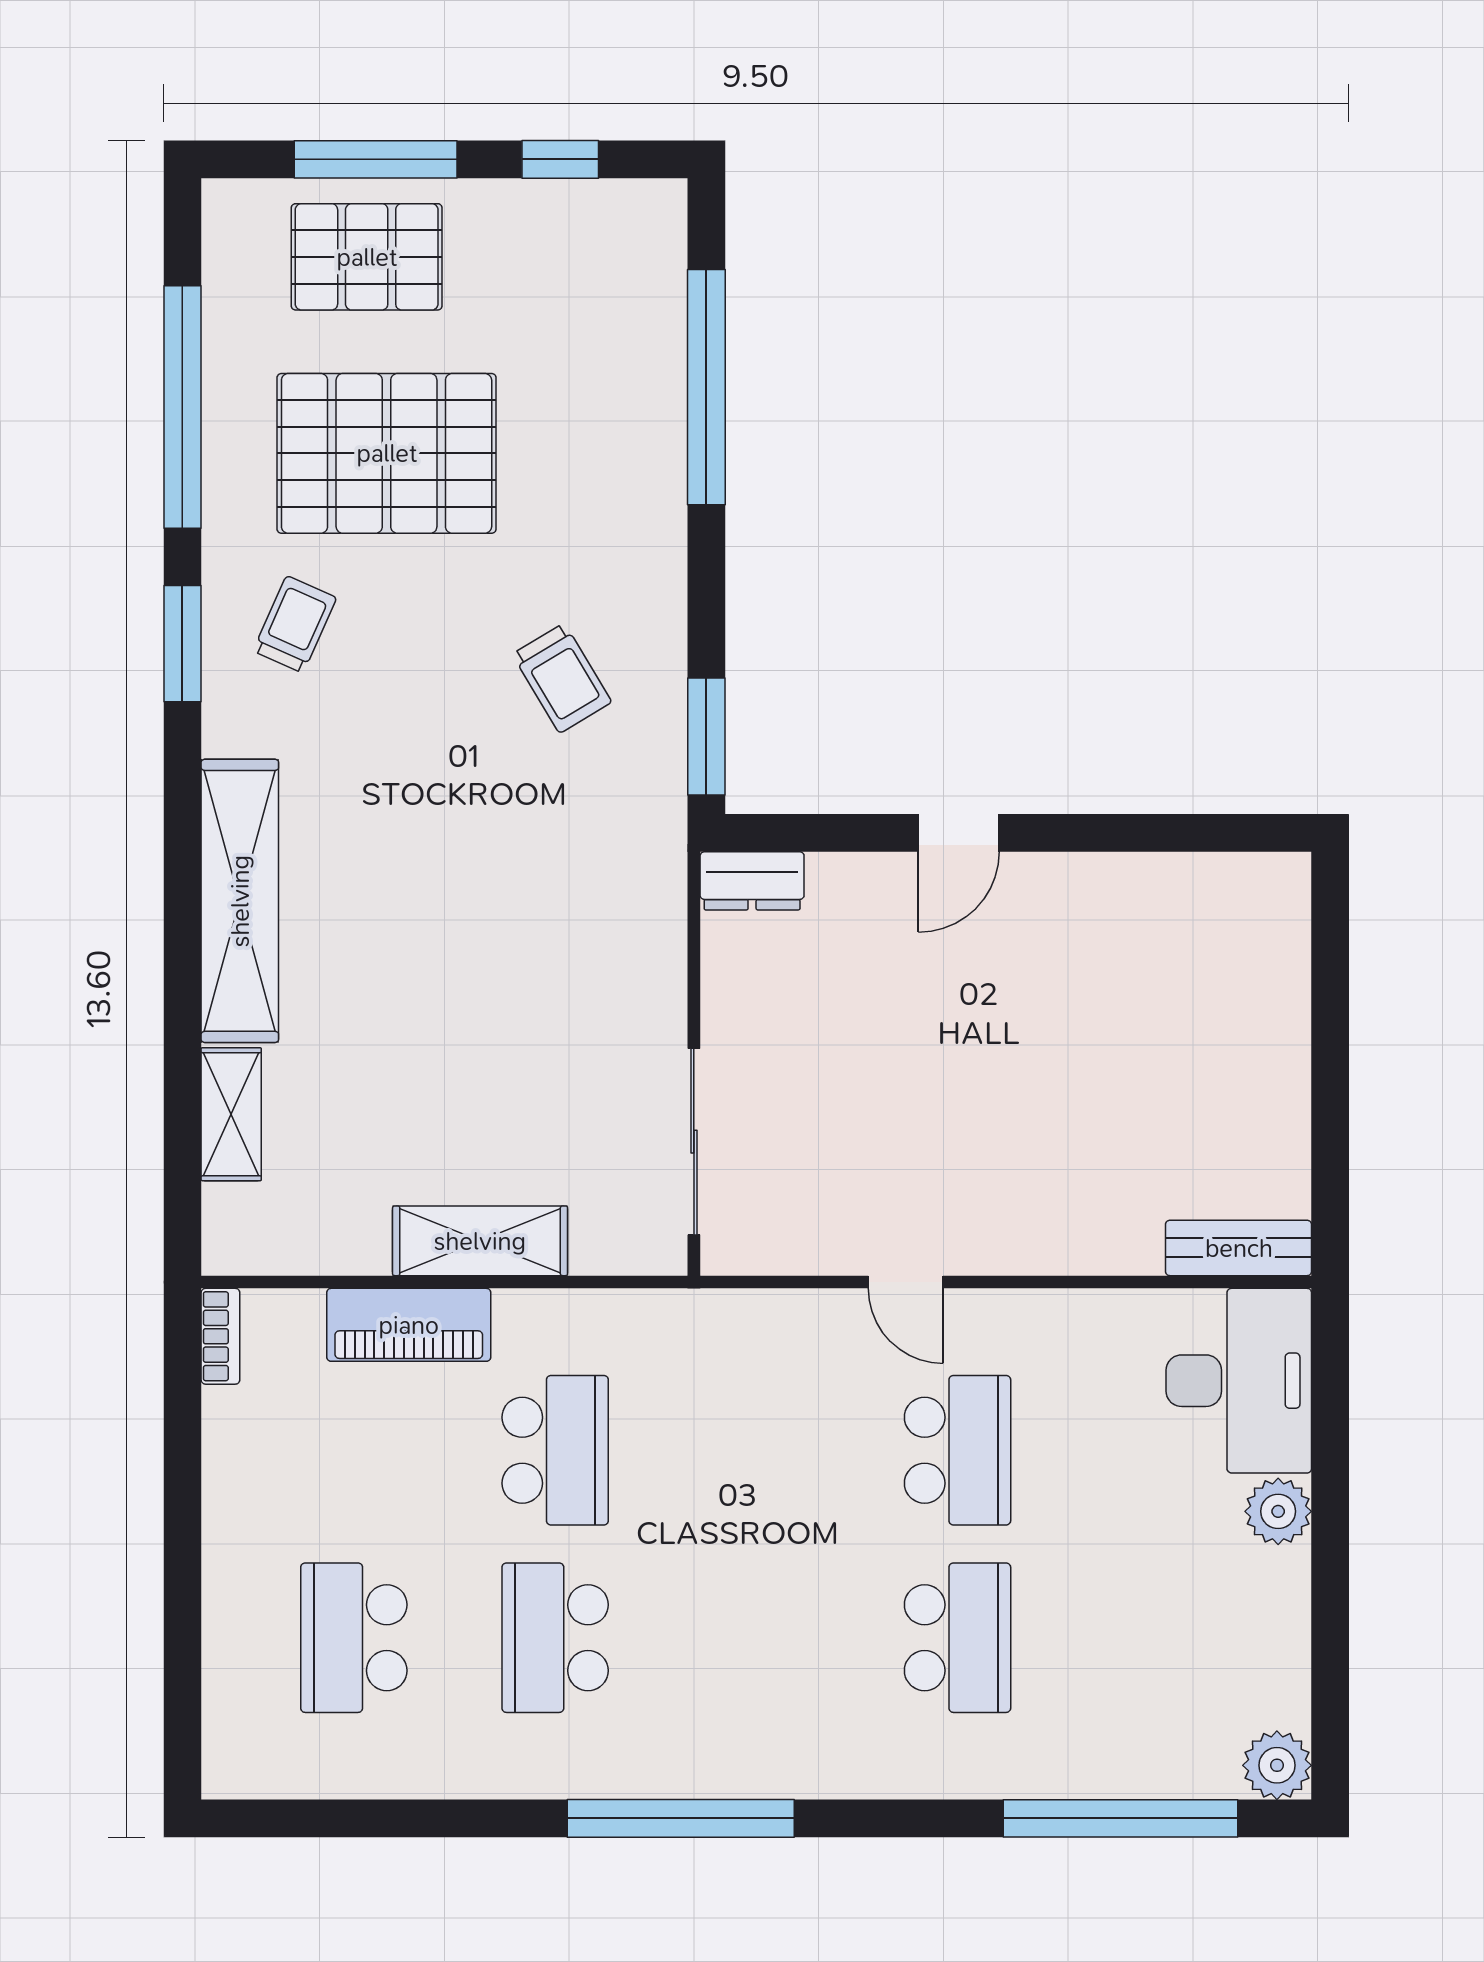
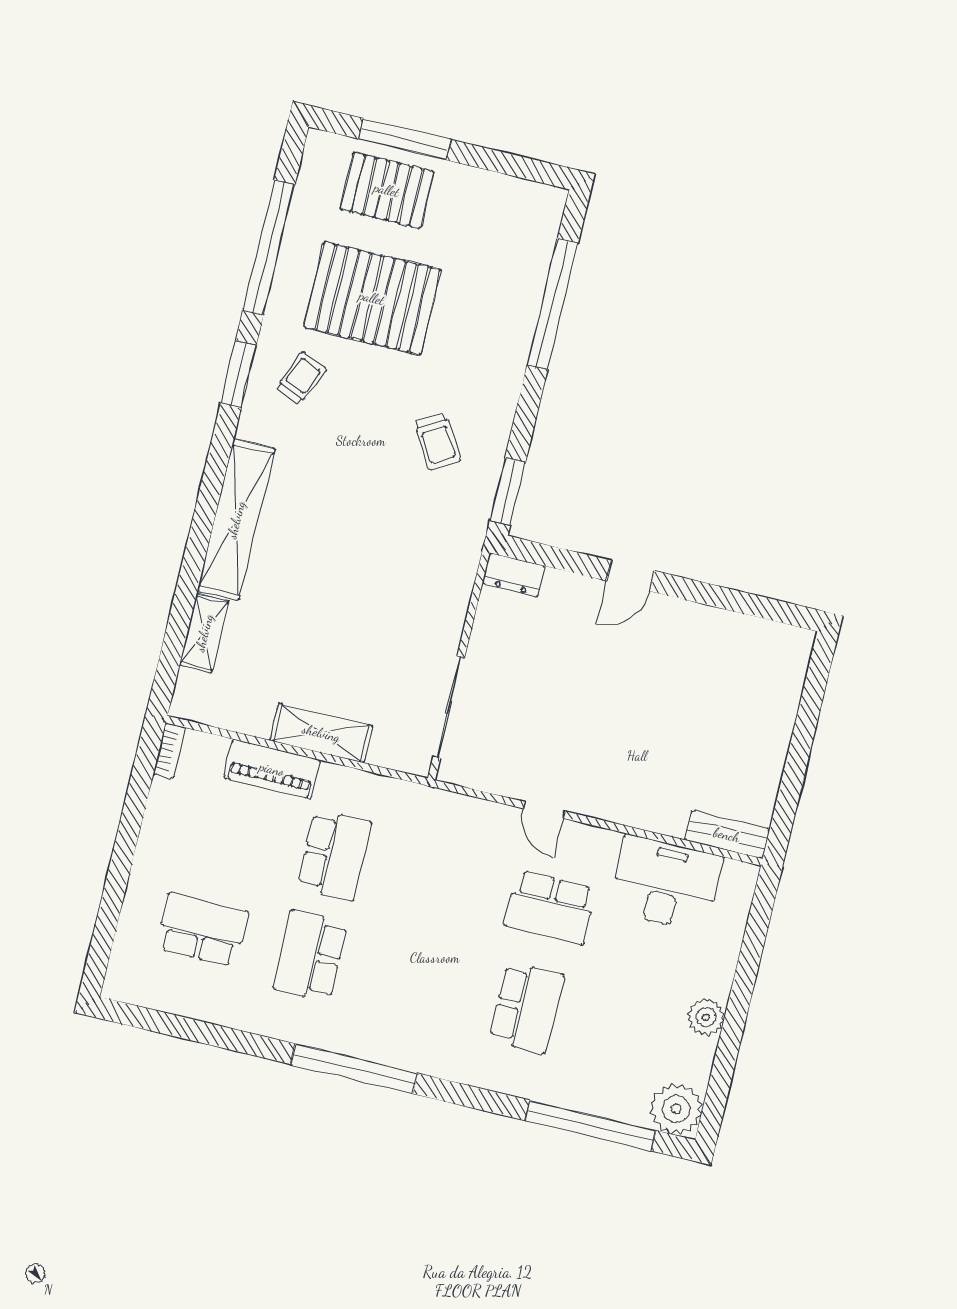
window: (560, 159) -> (503, 163), removed
desk: (1239, 1381) -> (665, 884), moved, turned -90
school desk: (958, 1450) -> (550, 907), turned 90
plant: (1278, 1511) -> (706, 1017), moved
school desk: (354, 1638) -> (202, 930), turned 90
plant: (1277, 1765) -> (676, 1109), width x1.36, depth x1.36

